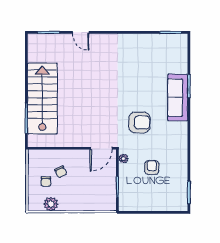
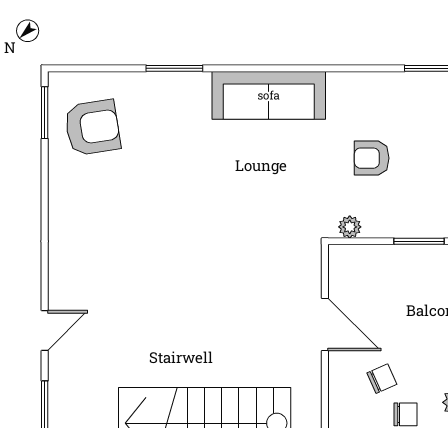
sofa: (178, 97) -> (269, 95), moved
armchair: (139, 122) -> (92, 128), moved, turned 81
door: (101, 148) -> (325, 324), moved

